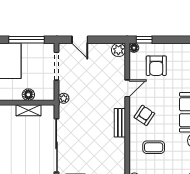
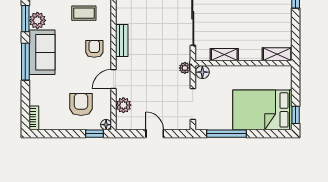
door: (80, 40) -> (155, 134), moved
plant: (118, 50) -> (123, 105), moved
floor lamp: (28, 95) -> (202, 72), moved
armchair: (144, 115) -> (94, 49), turned 146

